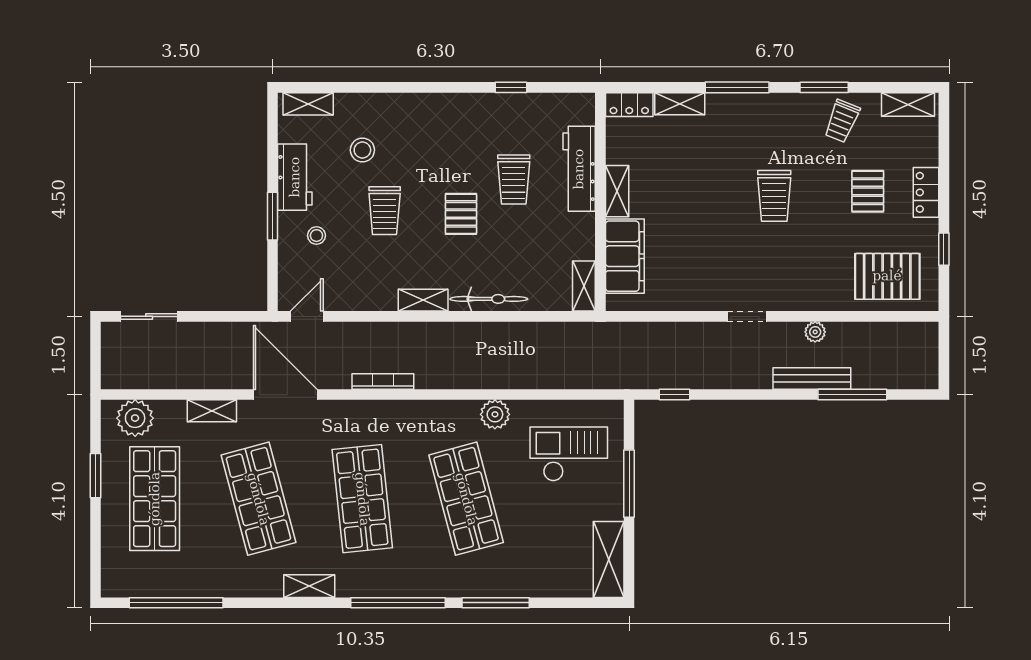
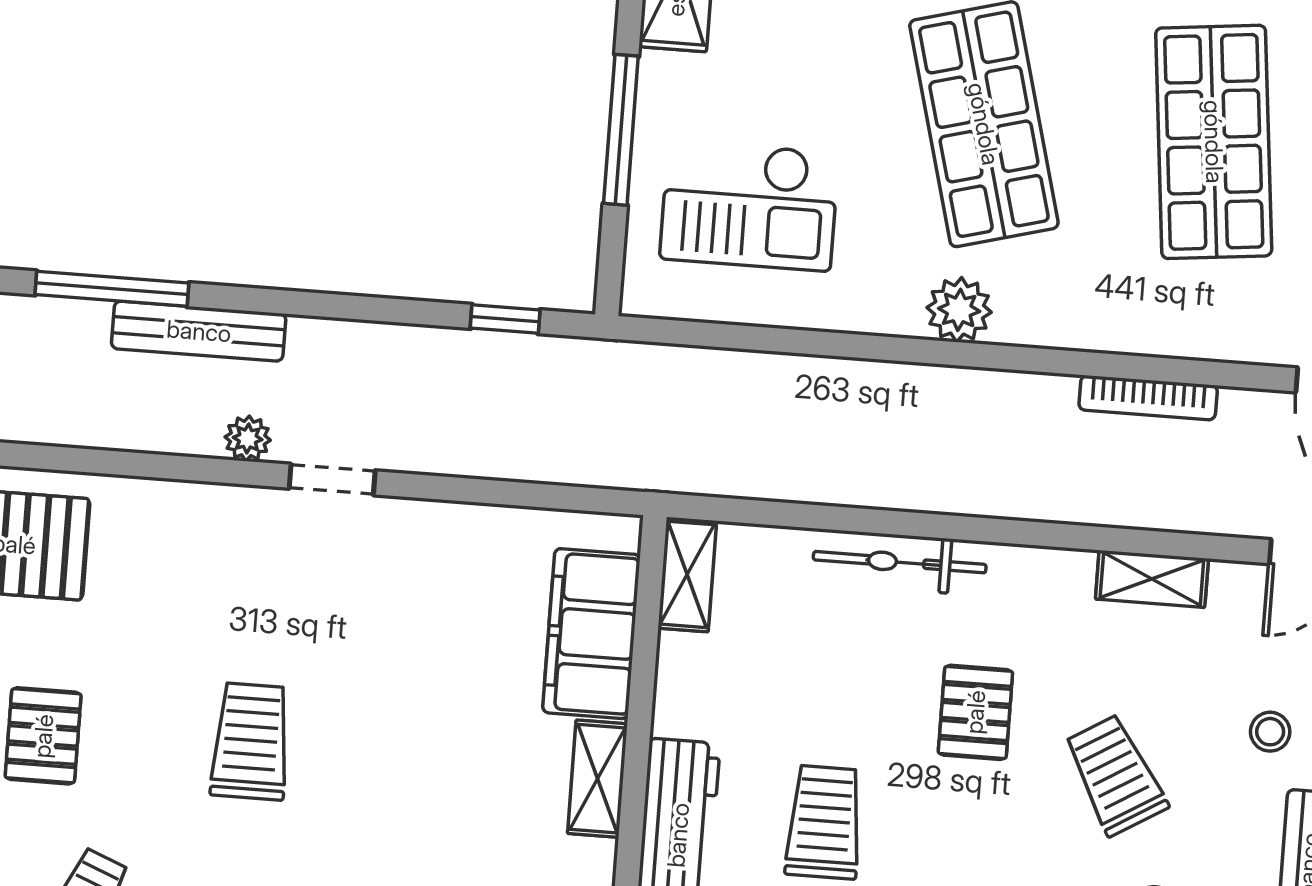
trolley: (385, 211) -> (1115, 775), turned -31
pallet: (461, 214) -> (975, 712), moved
shelving: (423, 300) -> (1152, 579), moved
plant: (815, 332) -> (248, 439), moved
plant: (495, 414) -> (959, 310), moved

